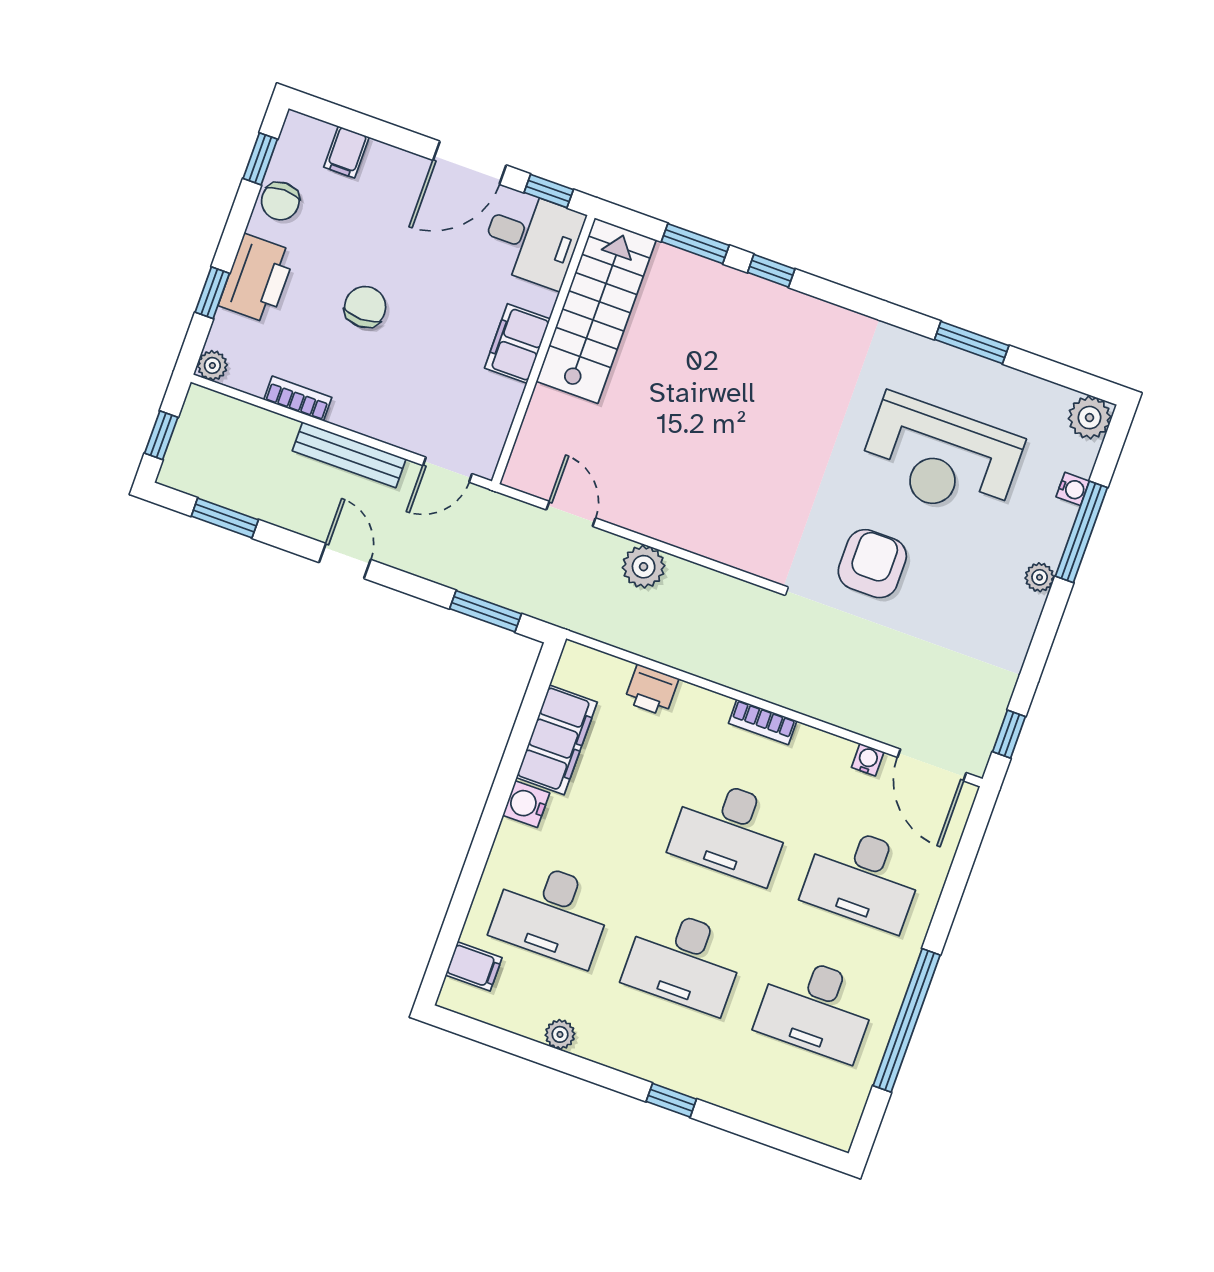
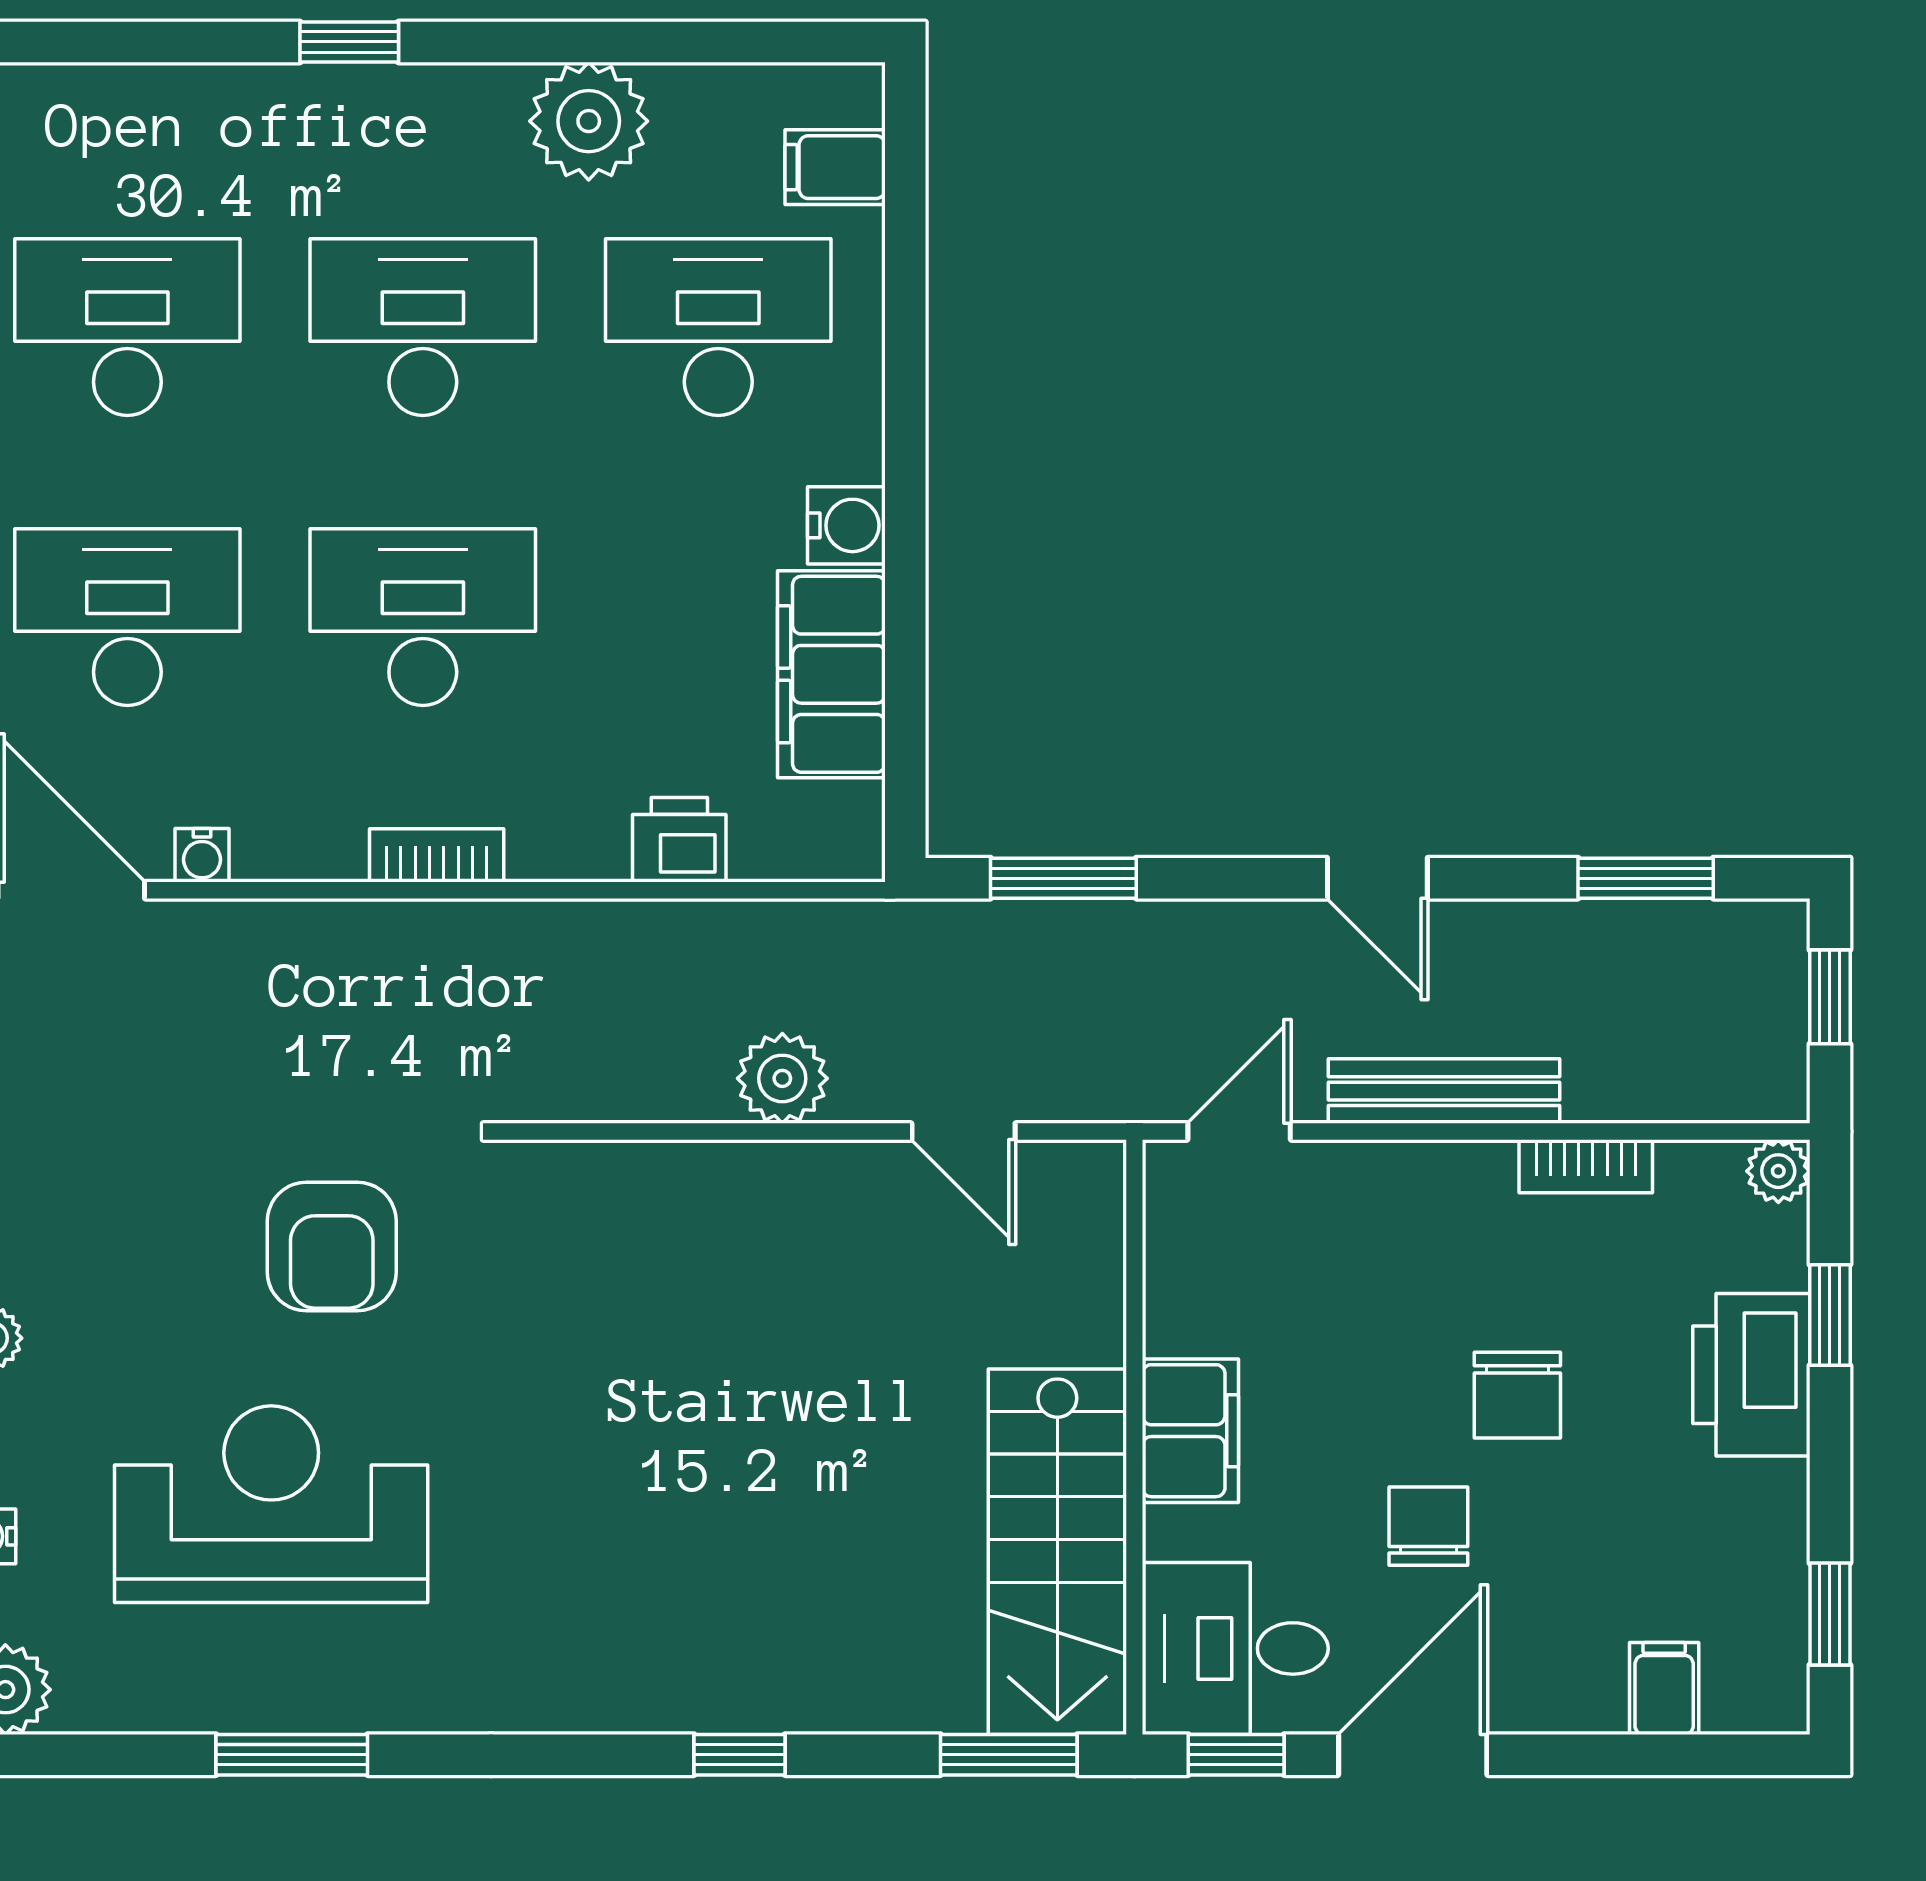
chair: (280, 201) -> (1428, 1526), moved
window: (695, 244) -> (1009, 1755), moved
plant: (560, 1034) -> (589, 121), width x1.88, depth x1.88

